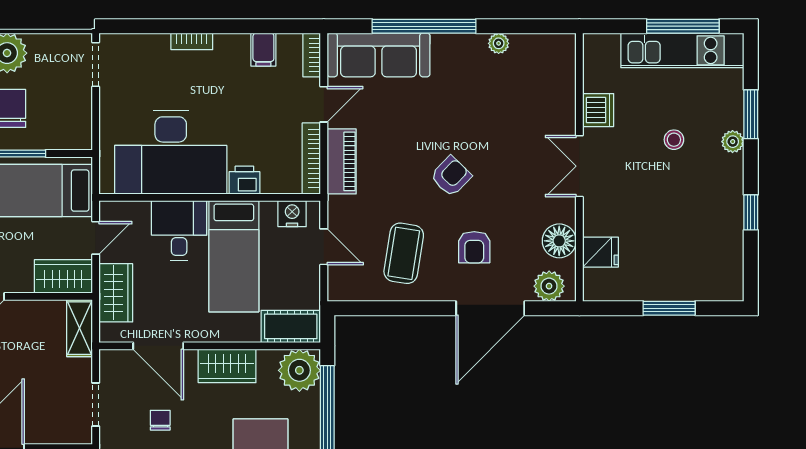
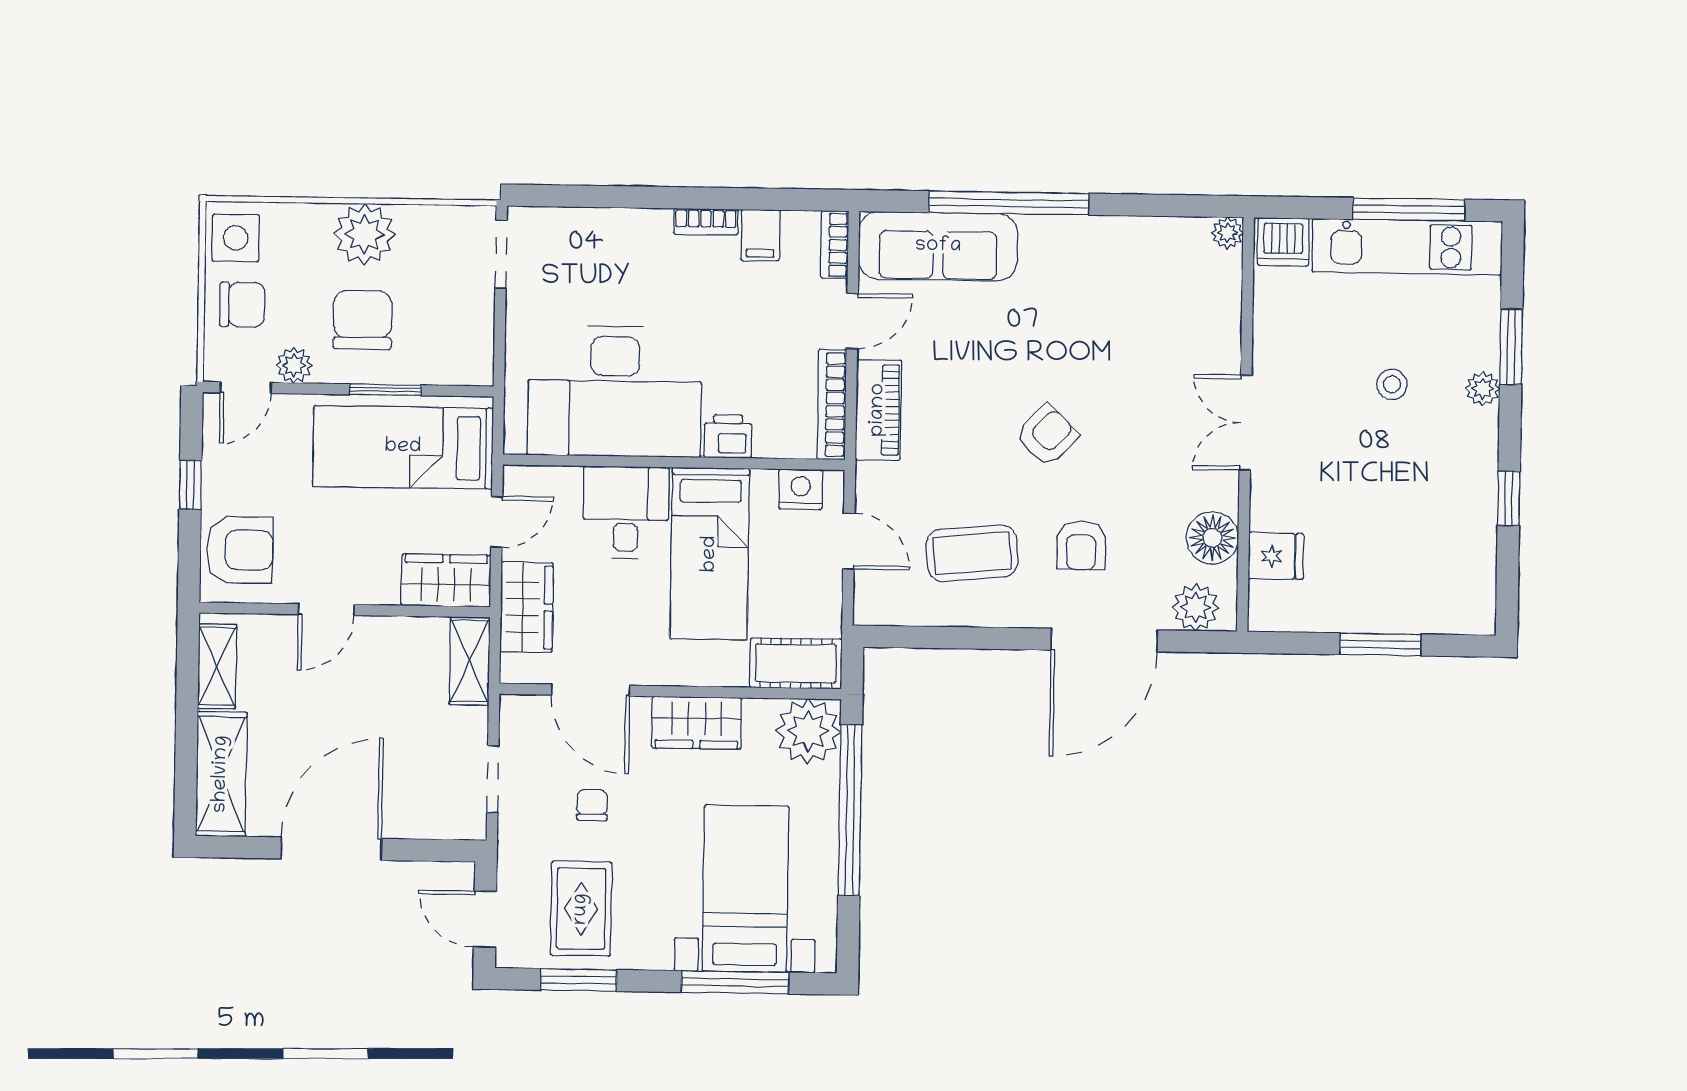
bookcase: (192, 41) -> (706, 222), moved
plant: (499, 43) -> (1227, 233), moved
dishwasher: (598, 110) -> (1283, 242), moved, turned 90
coffee table: (404, 253) -> (972, 553), turned 76

